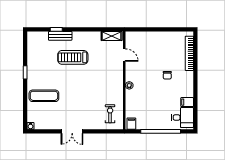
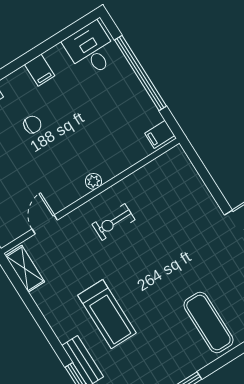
filing cabinet: (187, 102) -> (40, 70), moved
exercise bike: (110, 114) -> (113, 222), moved

